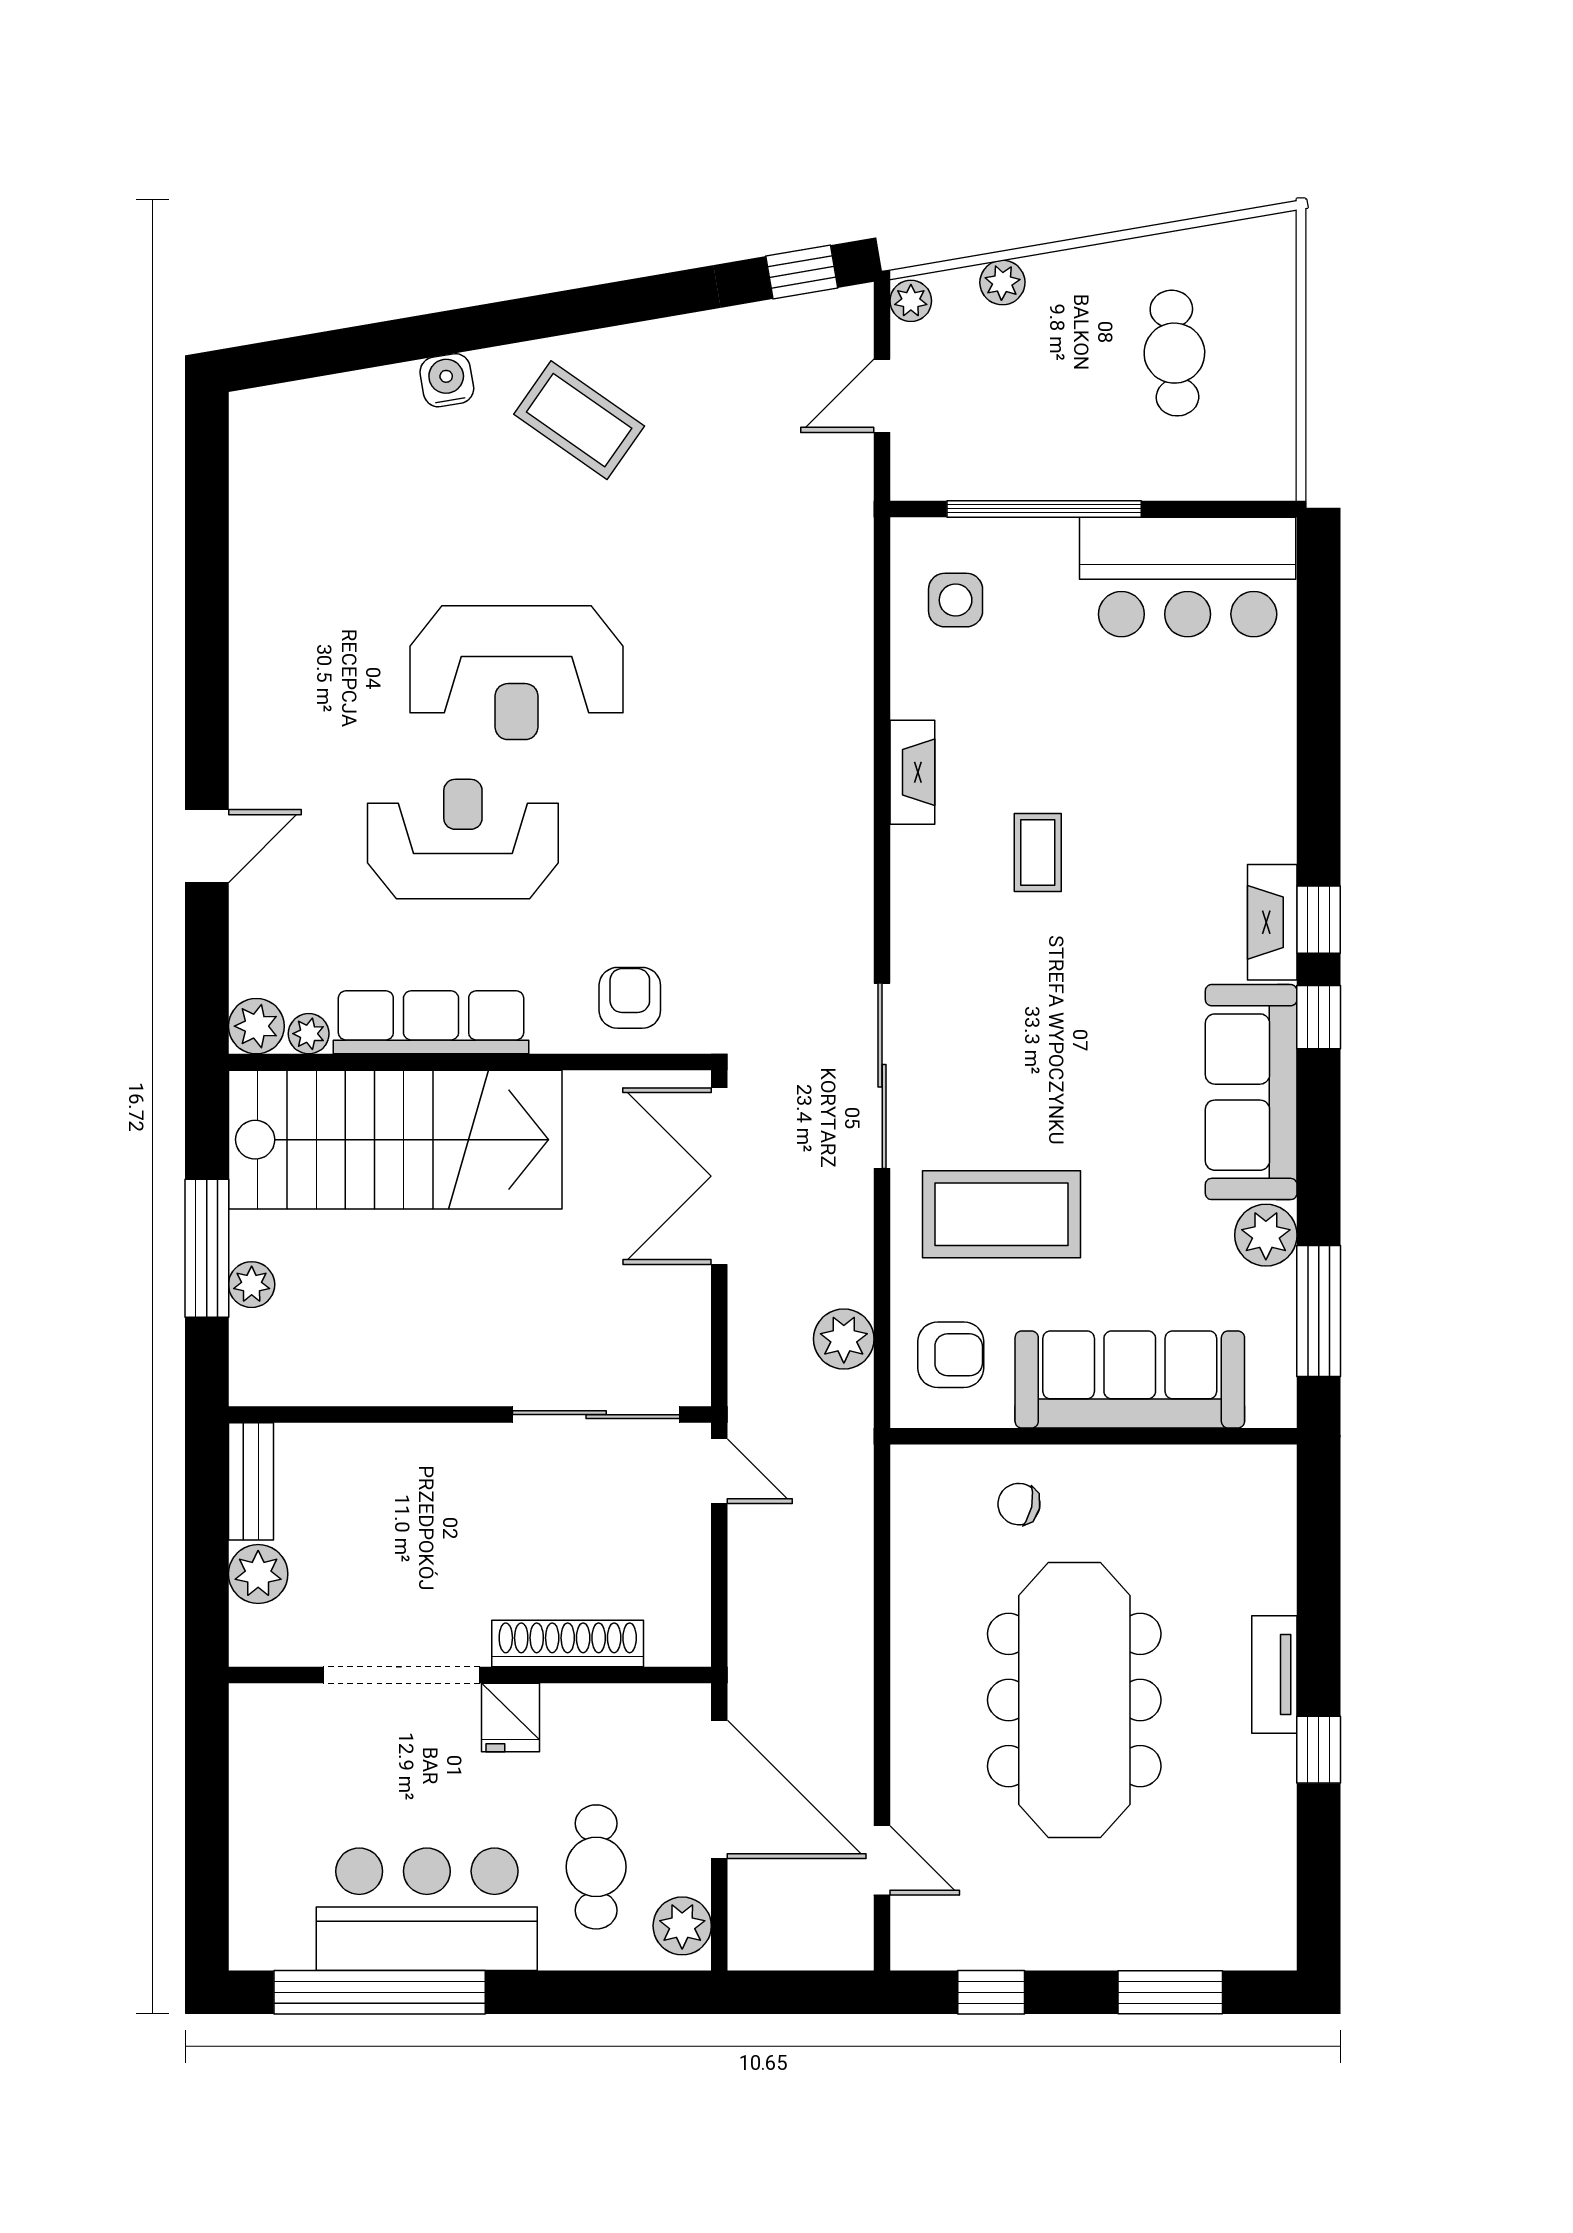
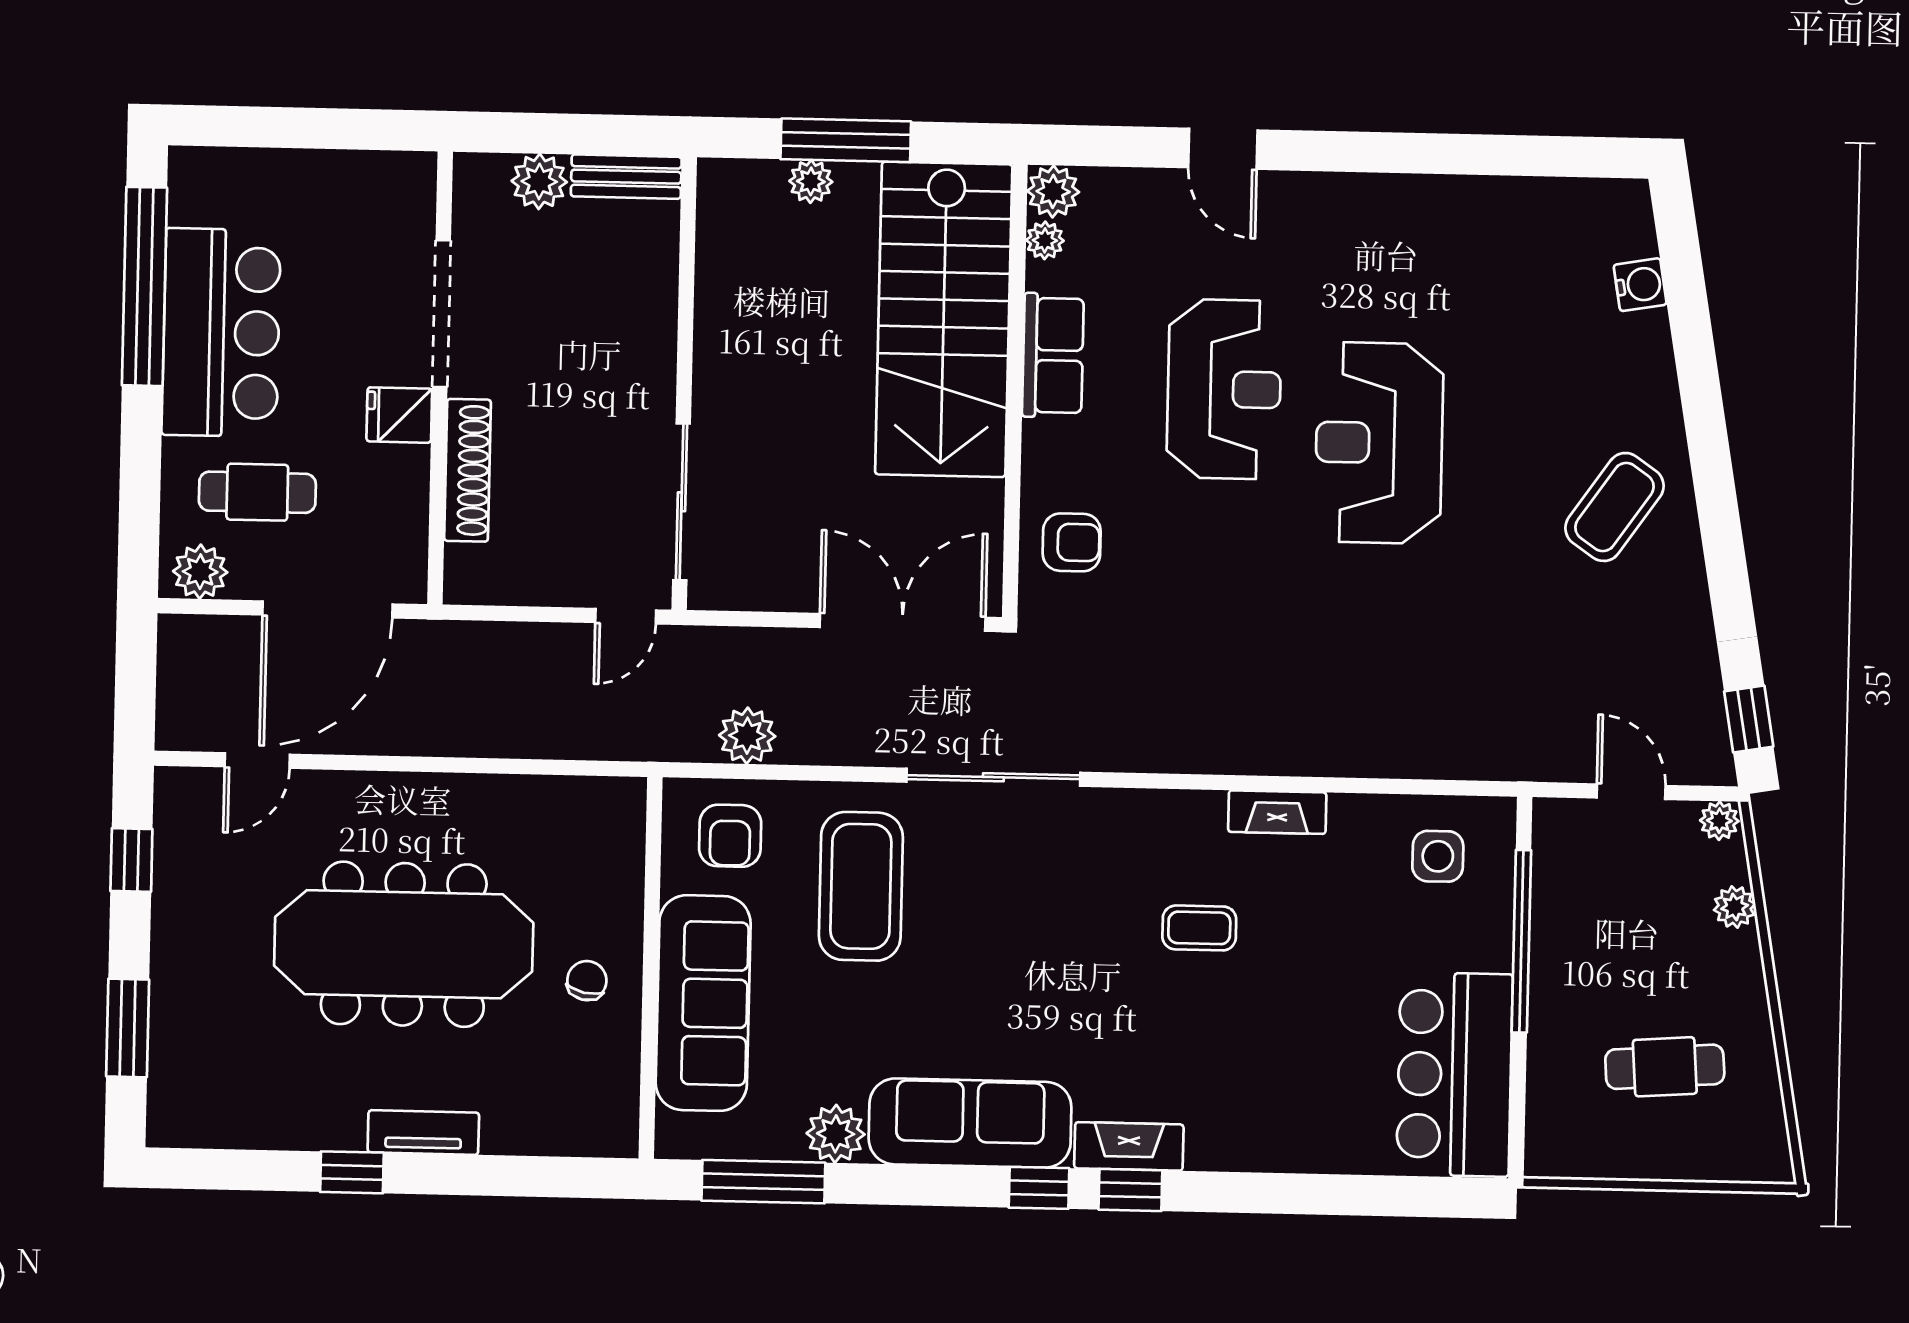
water cooler: (447, 380) -> (1640, 285), moved
row of seats: (431, 1022) -> (1053, 355), width x0.68
chair: (1019, 1504) -> (587, 981), moved

